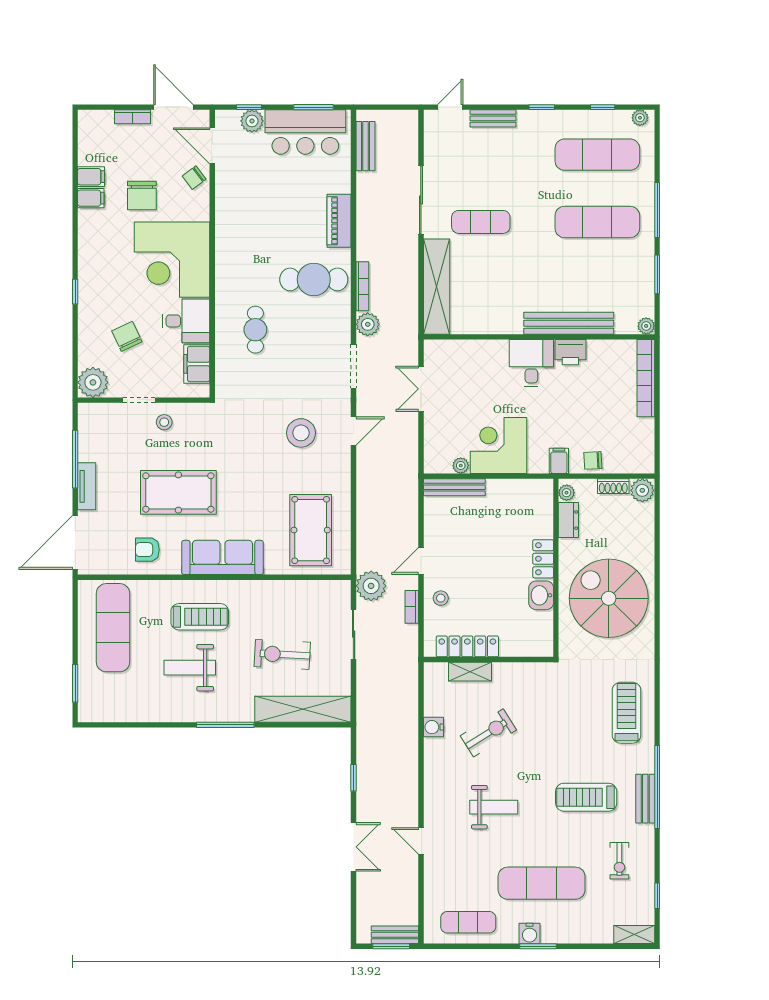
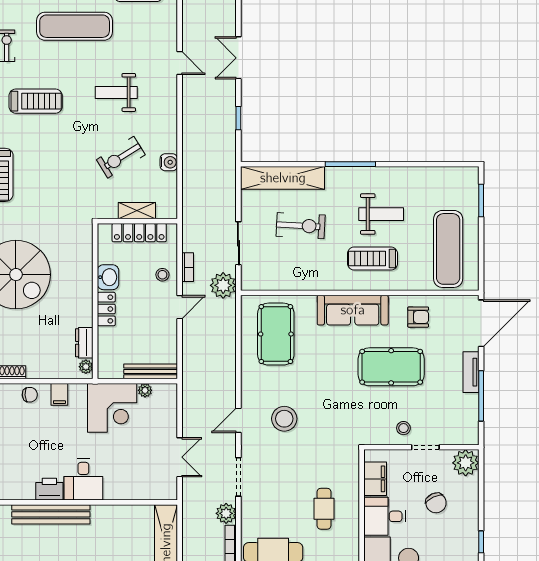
plant: (567, 493) -> (86, 367), moved
dresser: (568, 520) -> (84, 343), moved
locker: (543, 559) -> (106, 309), moved
wall: (556, 568) -> (95, 301), moved
washbasin: (541, 595) -> (108, 277), moved

